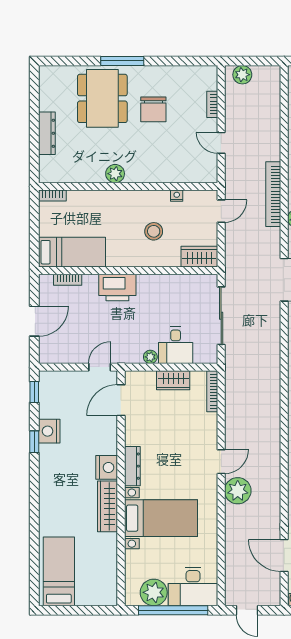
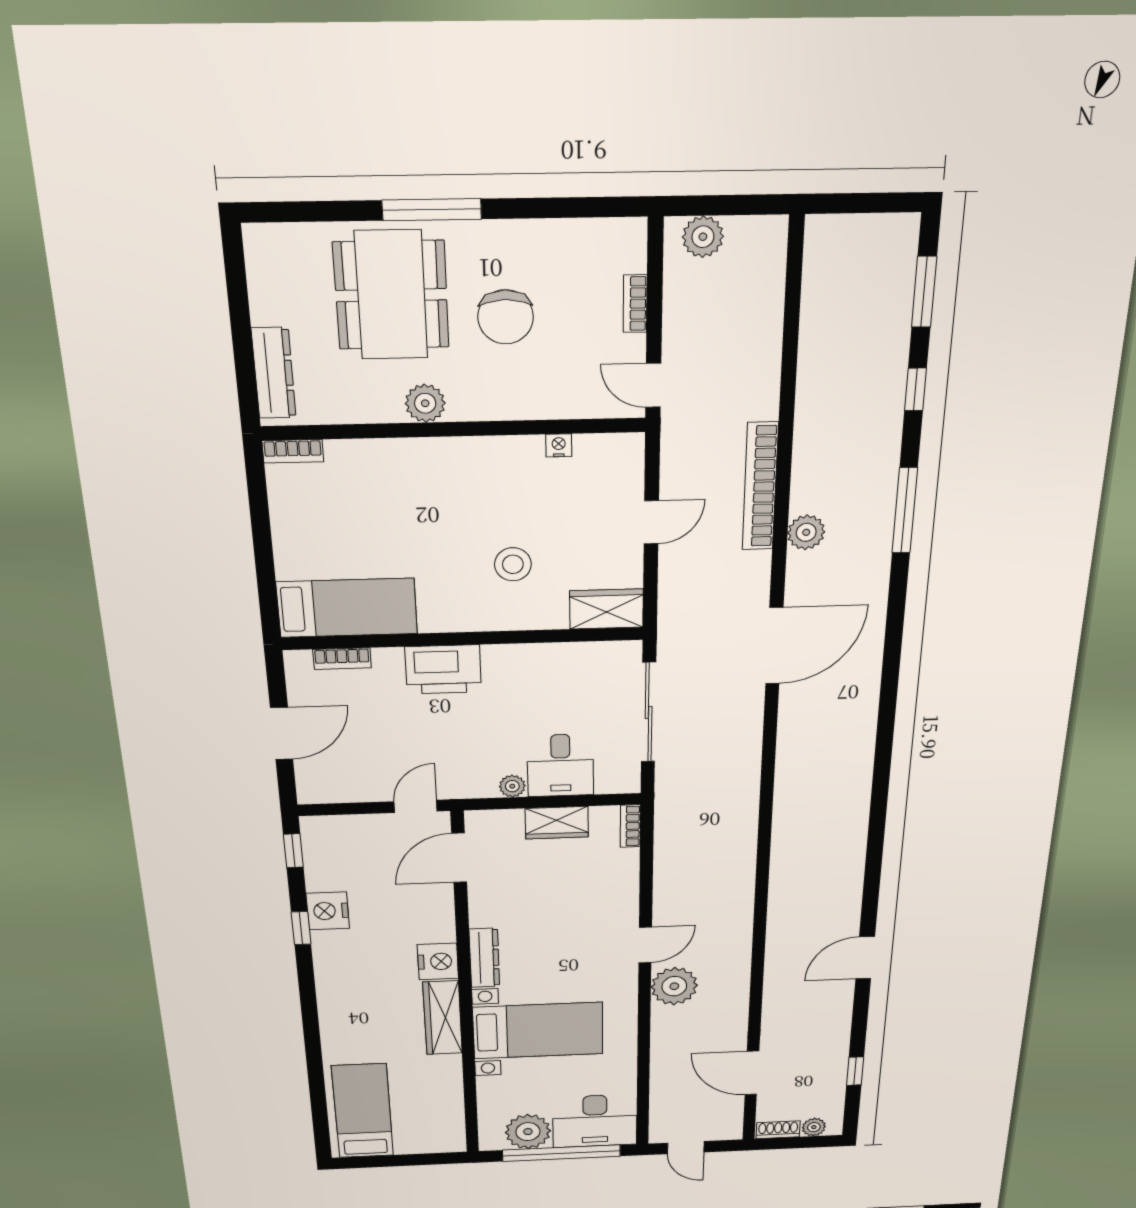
plant: (115, 174) -> (425, 403), moved
wall: (128, 186) -> (454, 429), moved
bookcase: (52, 196) -> (293, 451), moved
nightstand: (177, 196) -> (559, 445), moved
bookcase: (212, 391) -> (630, 826), width x0.64

